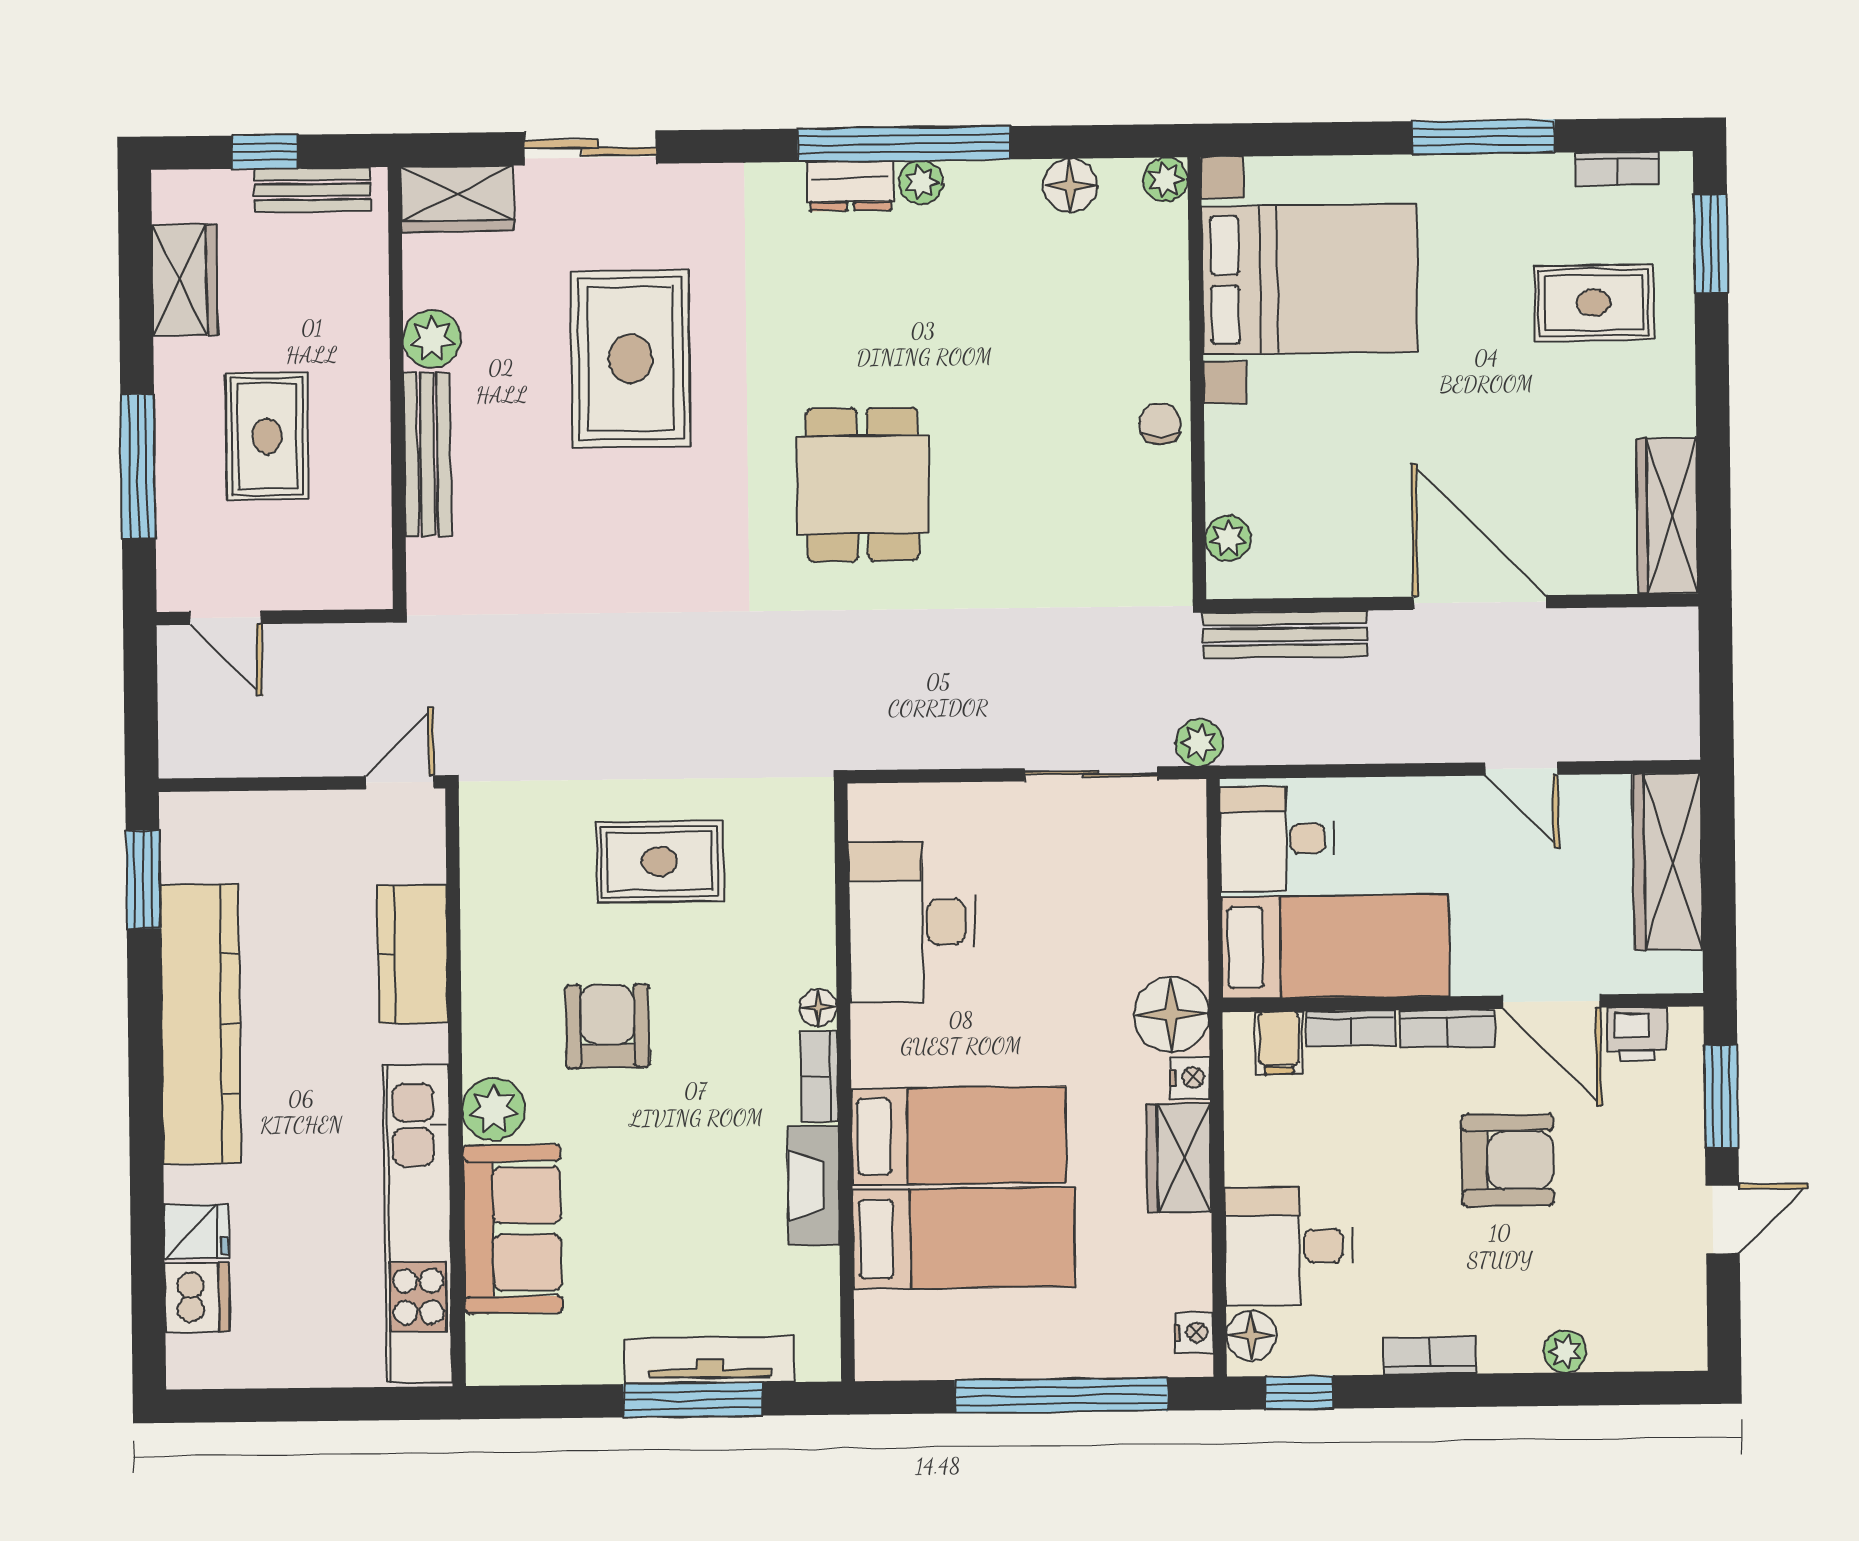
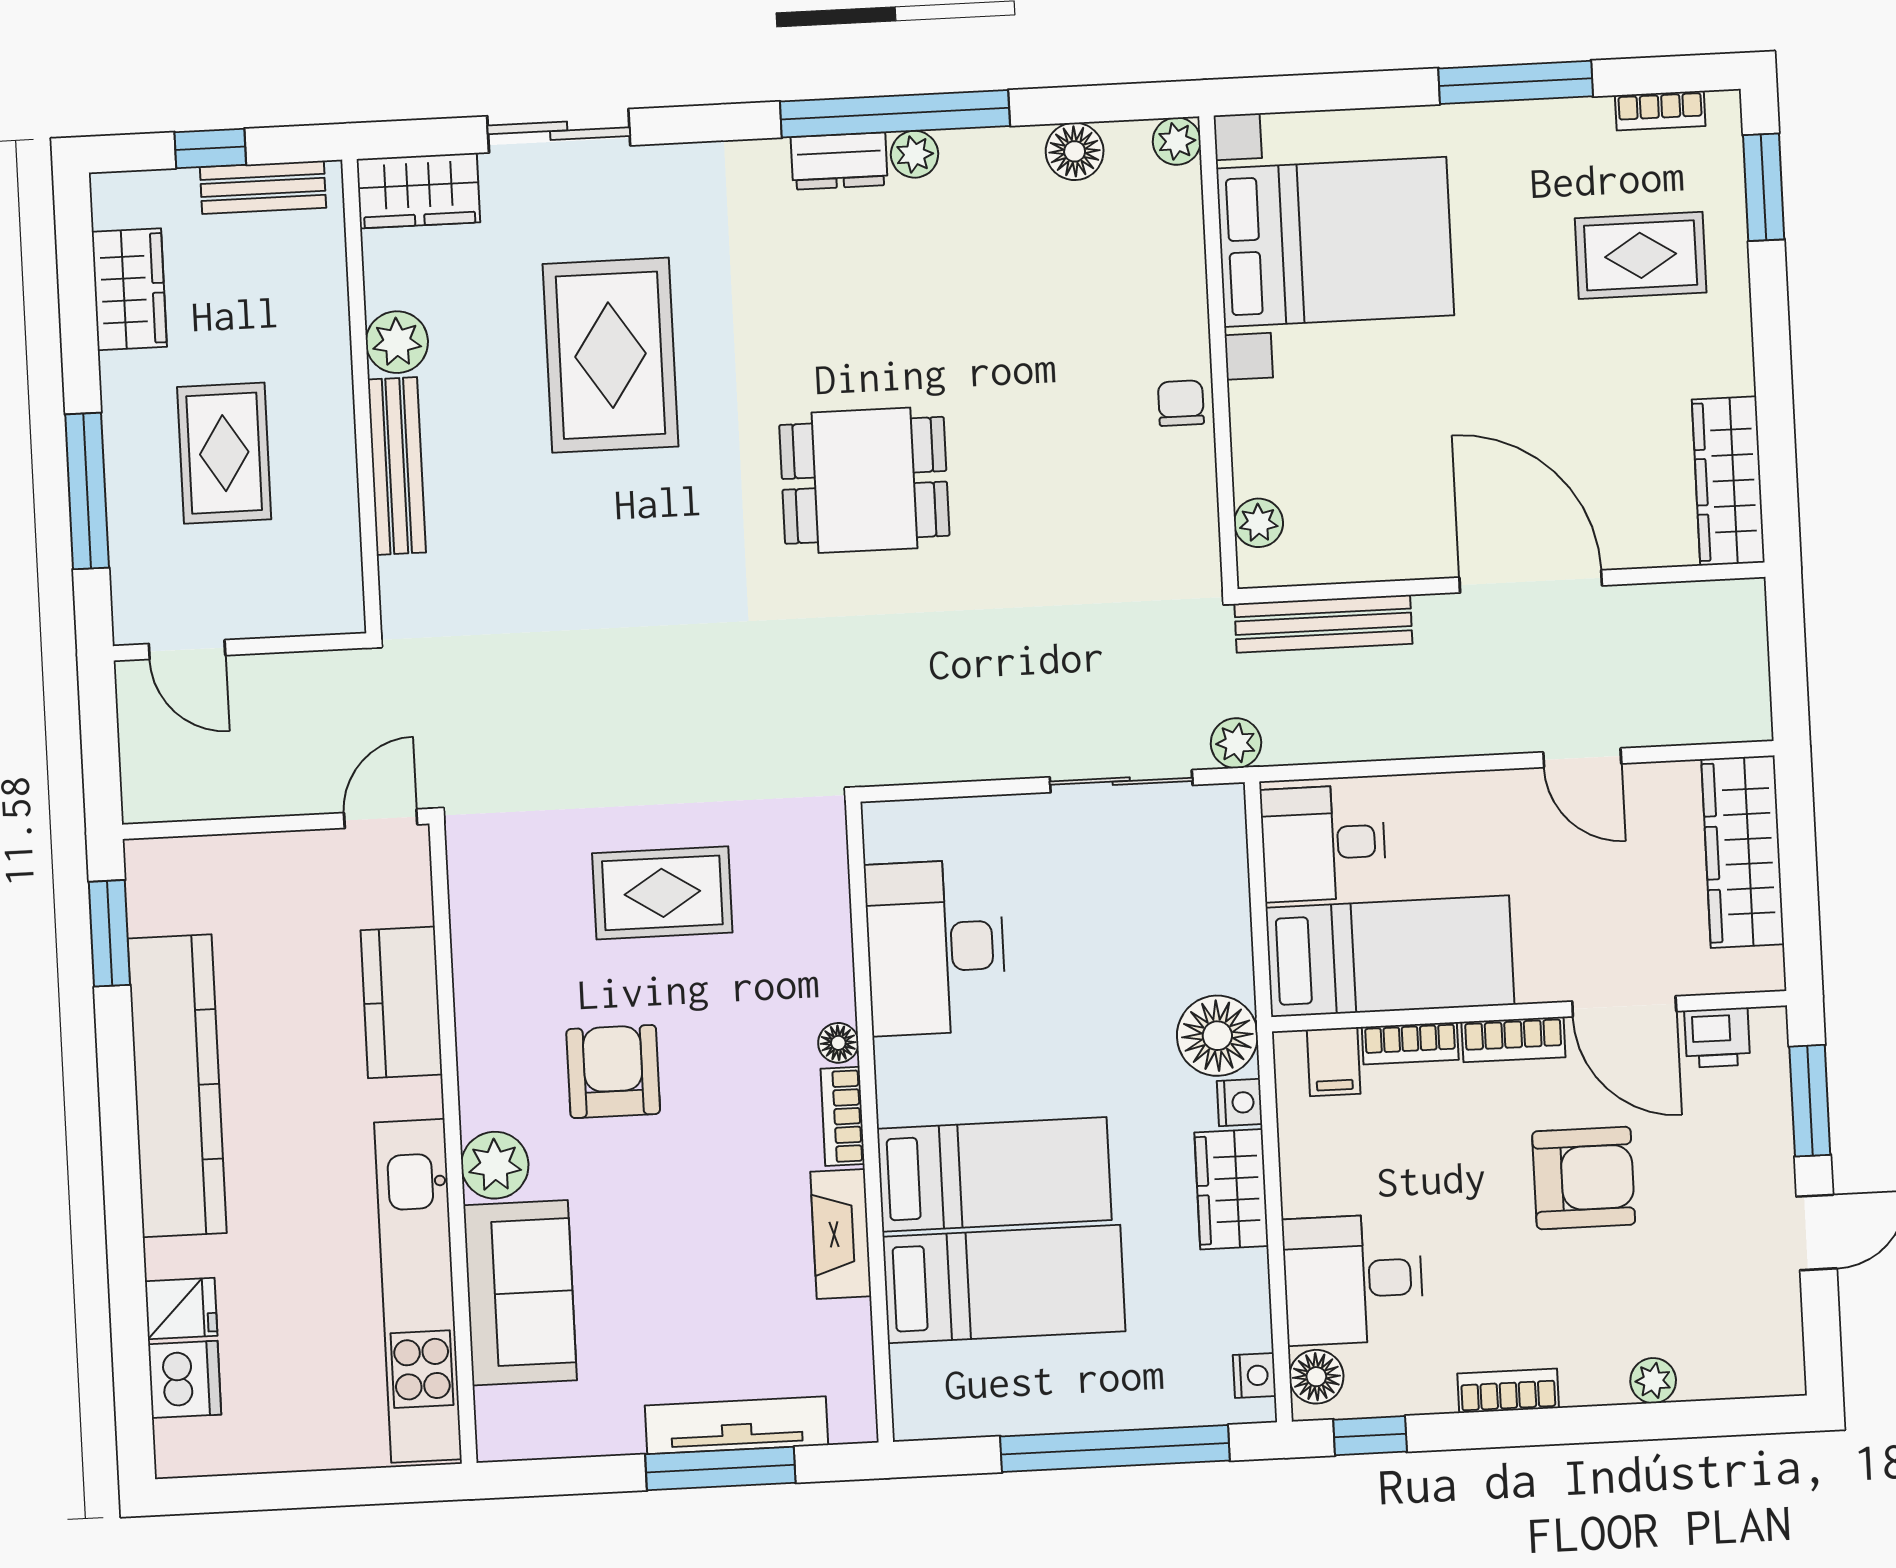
dining table: (863, 484) -> (864, 480), turned 90

